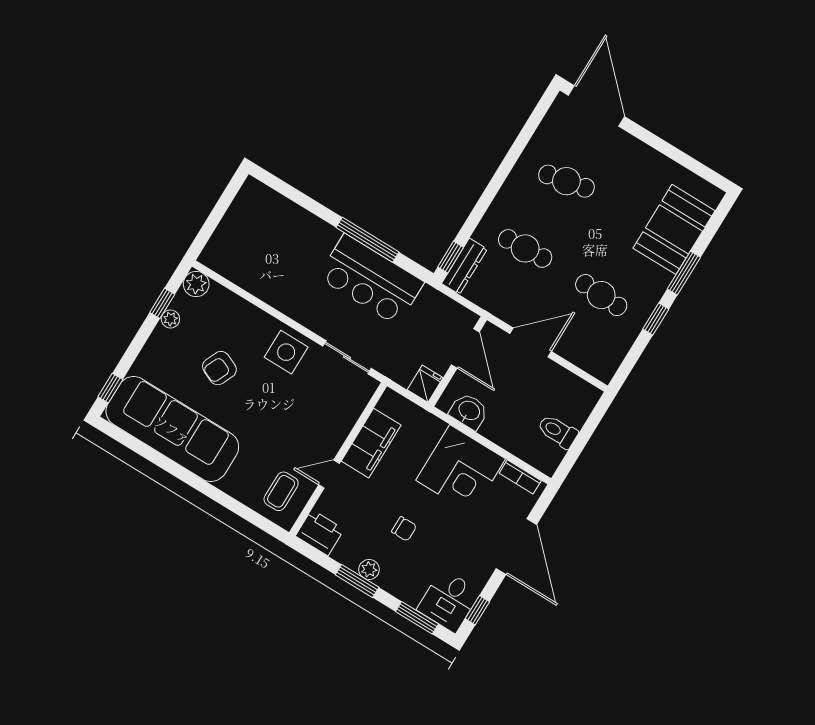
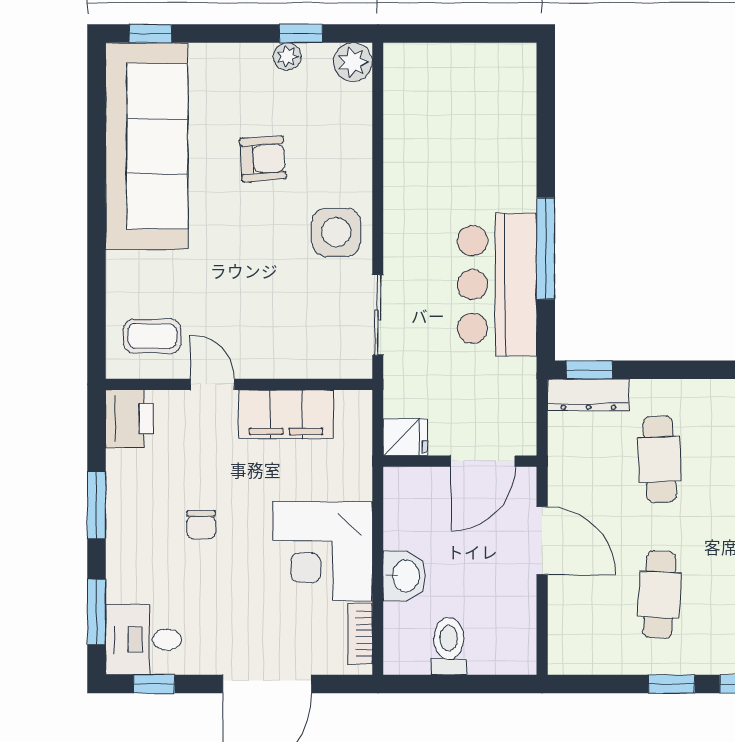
armchair: (219, 368) -> (263, 159), turned 152
washbasin: (469, 411) -> (405, 576), moved
plant: (369, 569) -> (121, 512), removed

